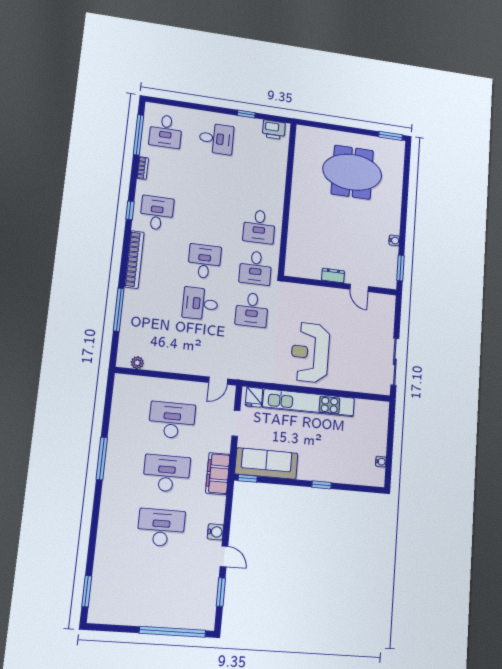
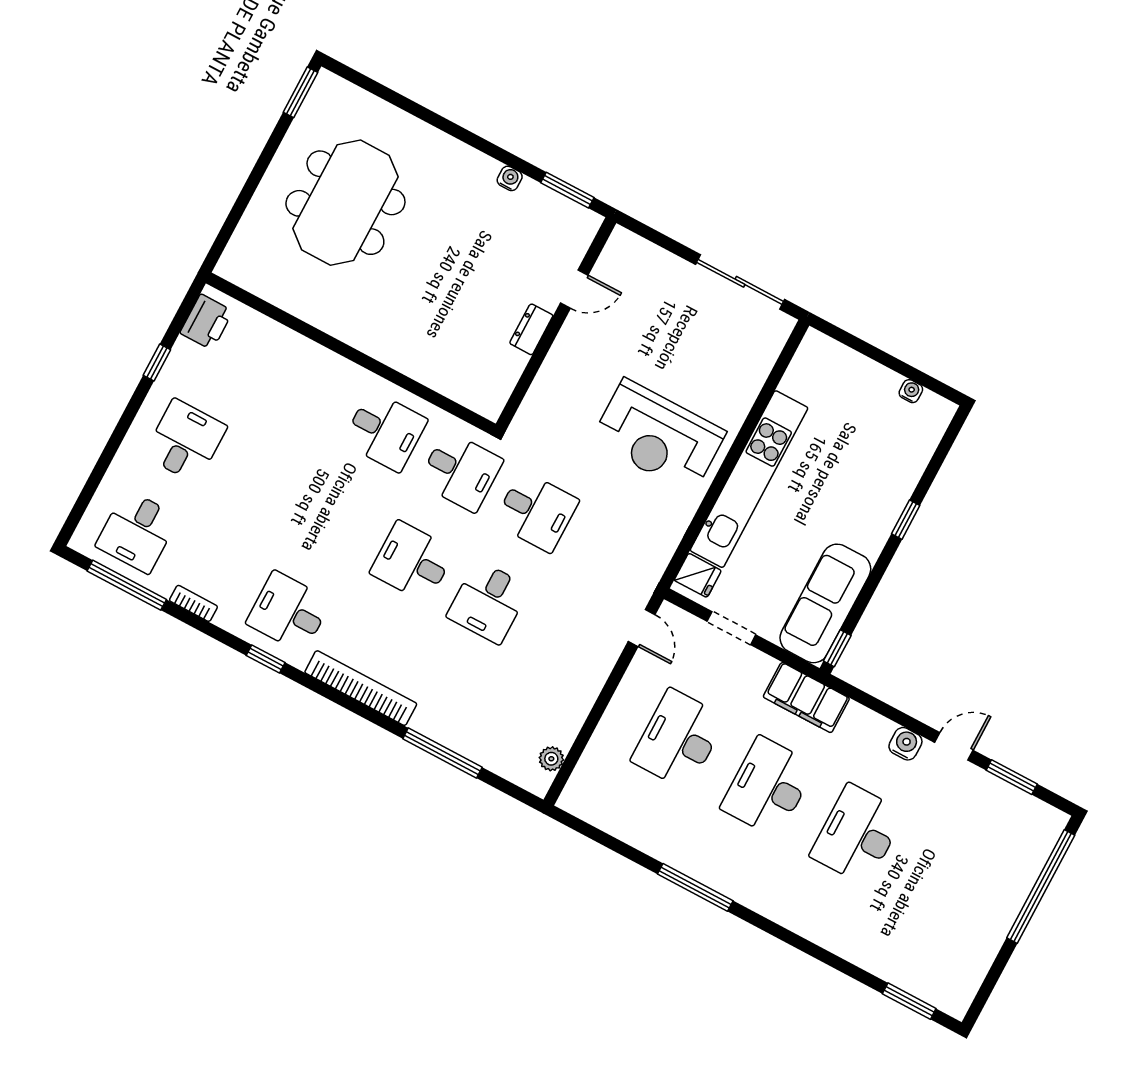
desk: (166, 131) -> (137, 531), turned 90

